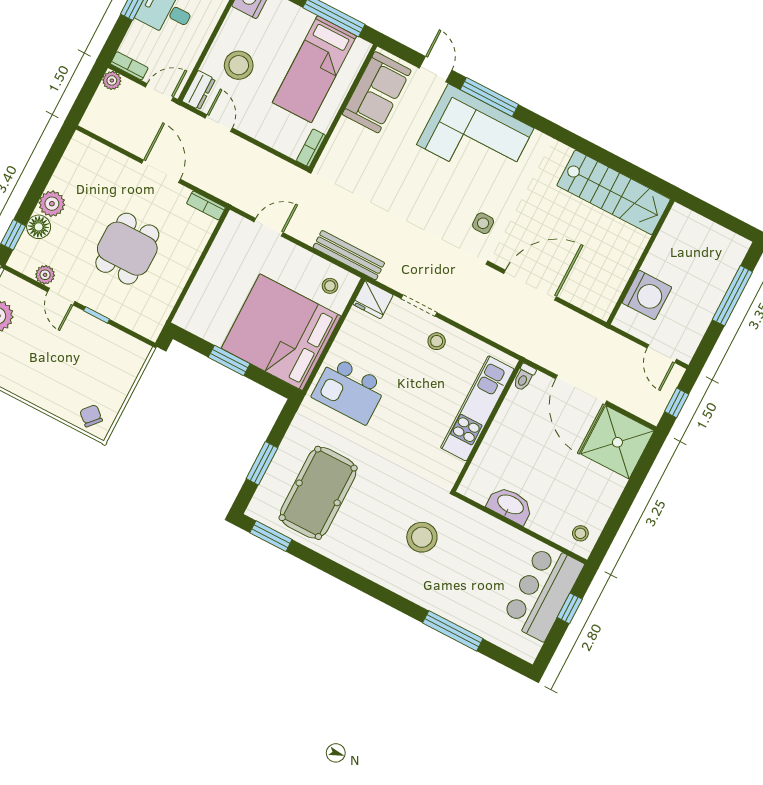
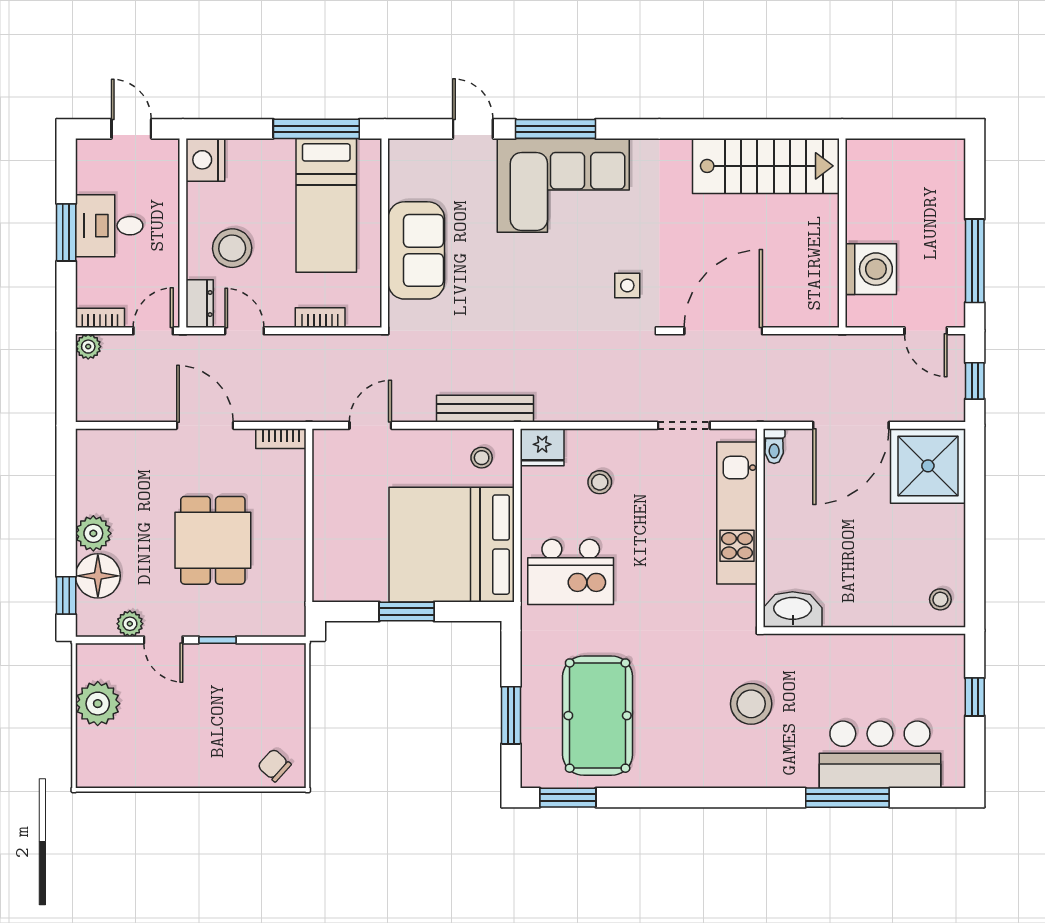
sofa: (377, 92) -> (416, 250), moved
bookcase: (311, 148) -> (320, 318), moved, turned 90
floor lamp: (39, 227) -> (98, 576), width x1.38, depth x1.38
window: (732, 296) -> (975, 261), moved
doorway: (419, 306) -> (684, 425), moved
stool: (437, 341) -> (600, 482), moved
door: (581, 390) -> (851, 425), hinge flipped
washbasin: (510, 505) -> (793, 609), moved
bar counter: (543, 592) -> (880, 755), moved, turned 90

